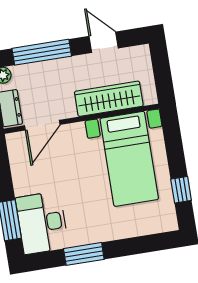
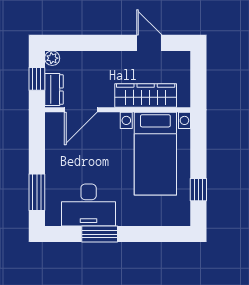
window: (42, 52) -> (91, 43), removed
desk: (42, 223) -> (89, 205), moved, turned -90

